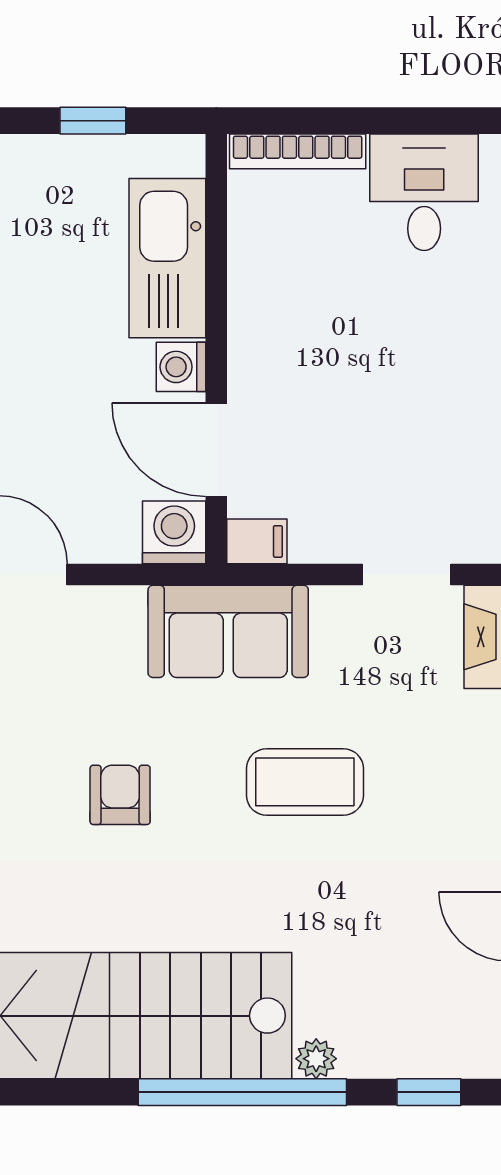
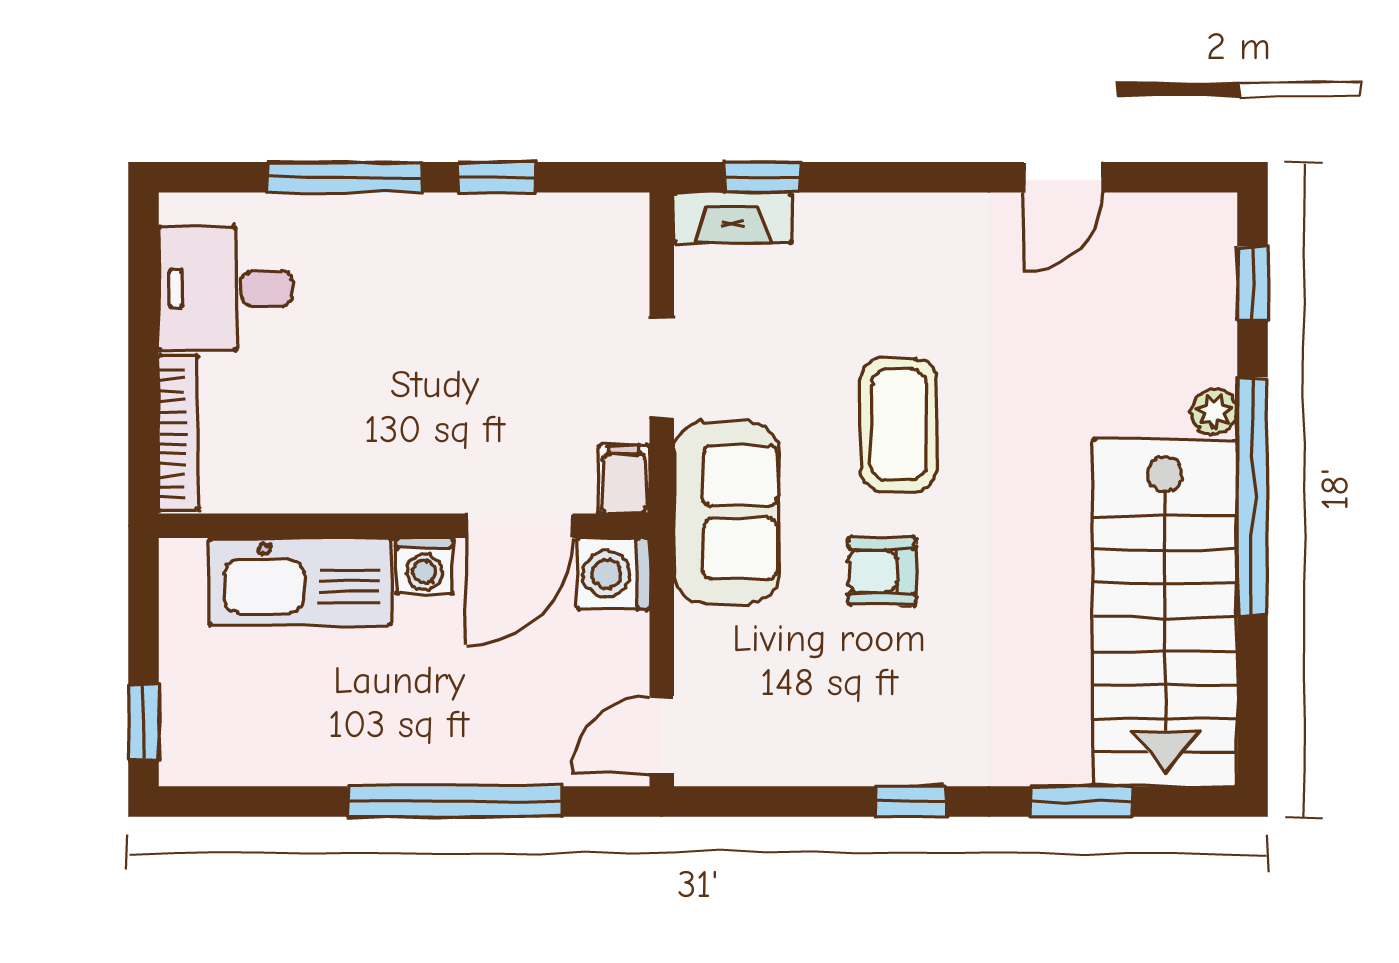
window: (93, 121) -> (143, 722), moved
doorway: (407, 575) -> (662, 368), moved
armchair: (120, 795) -> (882, 571), moved

